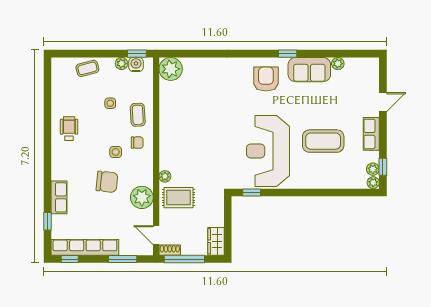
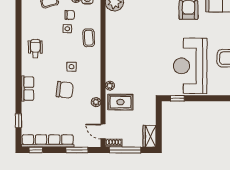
chair: (137, 143) -> (70, 15), moved
row of seats: (59, 197) -> (27, 89), moved
plant: (142, 197) -> (96, 102), width x0.53, depth x0.53

